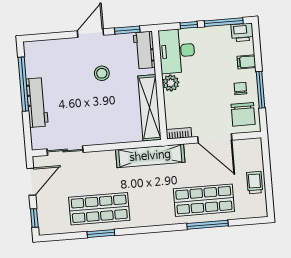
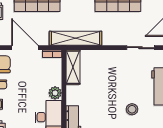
stool: (102, 73) -> (132, 109), moved
shelving: (149, 108) -> (73, 67), width x0.68

